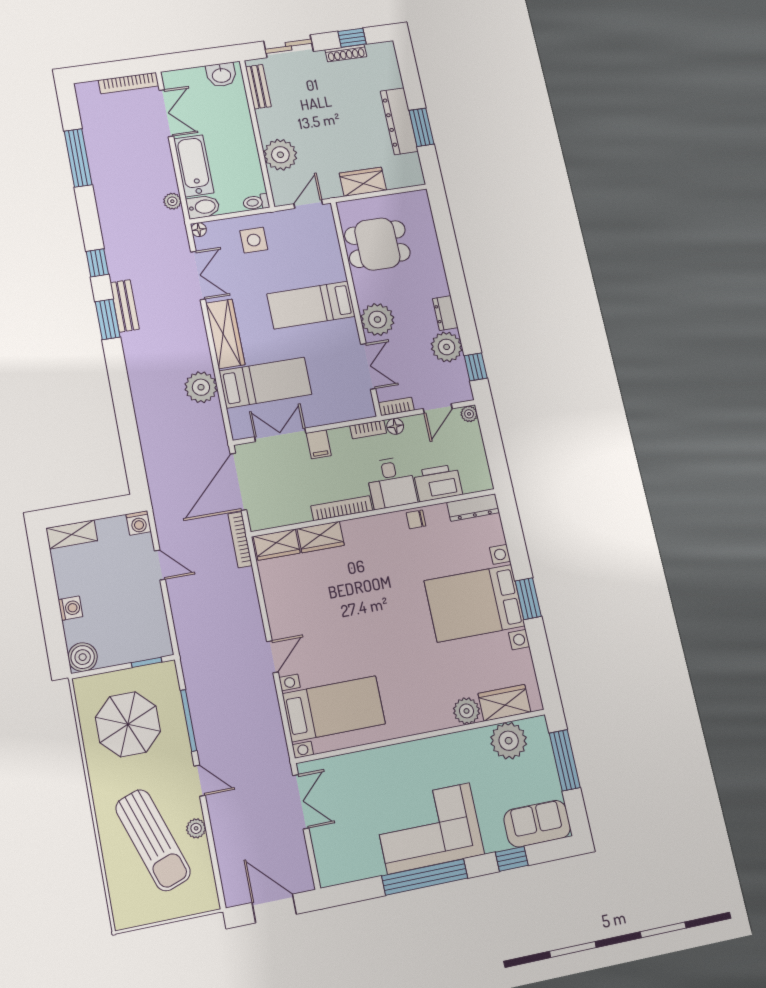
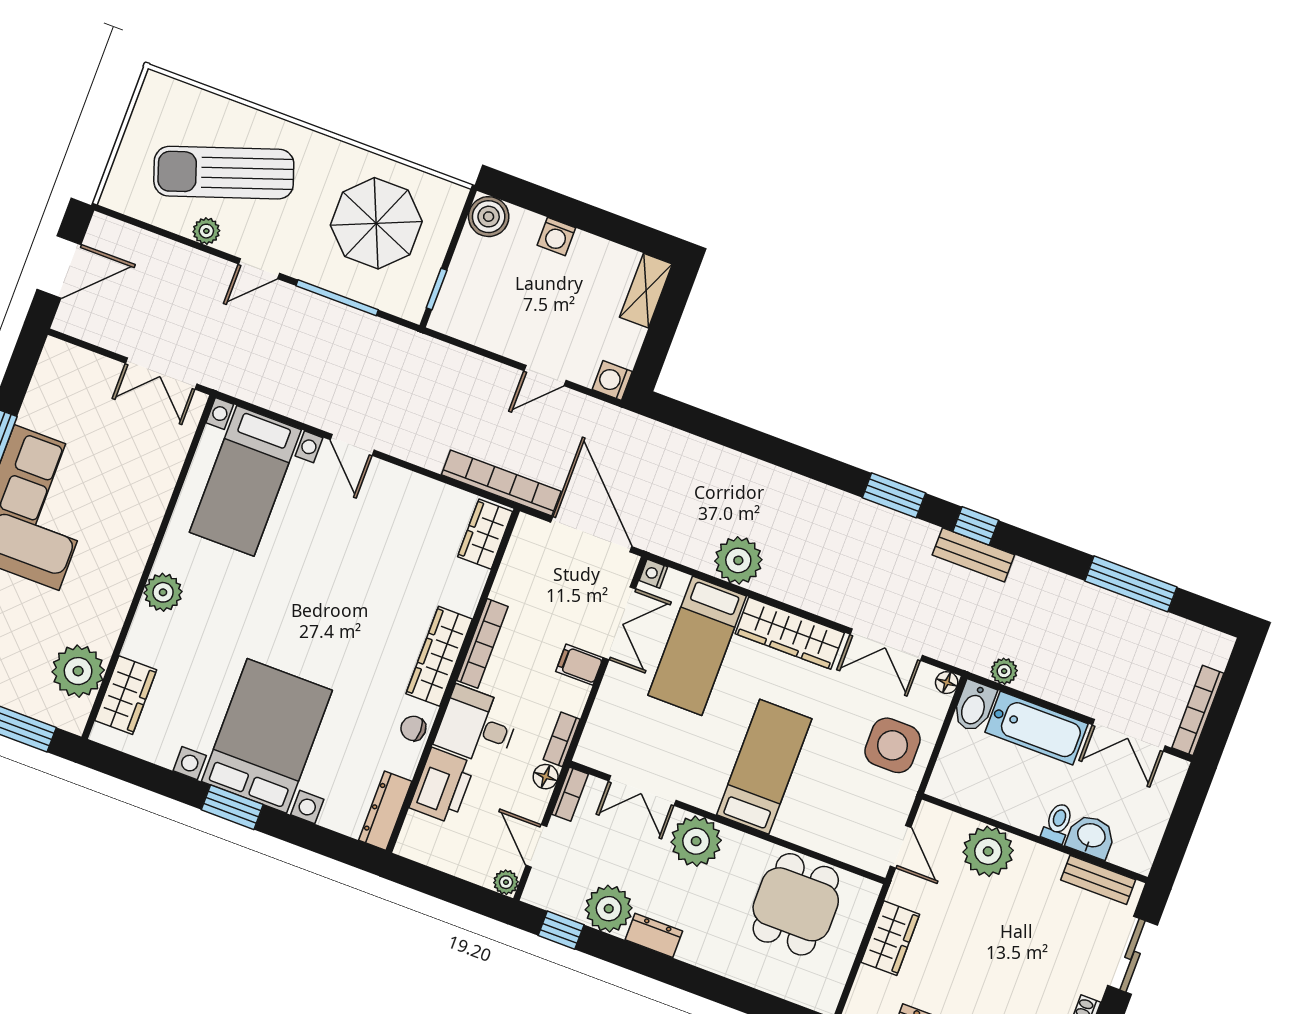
washbasin: (221, 75) -> (1091, 836), moved, turned 90
toilet: (256, 202) -> (1058, 823), moved
side table: (254, 240) -> (892, 745), width x1.37, depth x1.37
bench: (125, 306) -> (973, 555), moved
nightstand: (239, 432) -> (653, 574), added
chair: (416, 519) -> (413, 728), turned -90
wardrobe: (321, 537) -> (439, 656), moved, width x1.50
bookcase: (240, 540) -> (501, 483), width x1.48, depth x1.31
plant: (467, 711) -> (163, 592), moved

